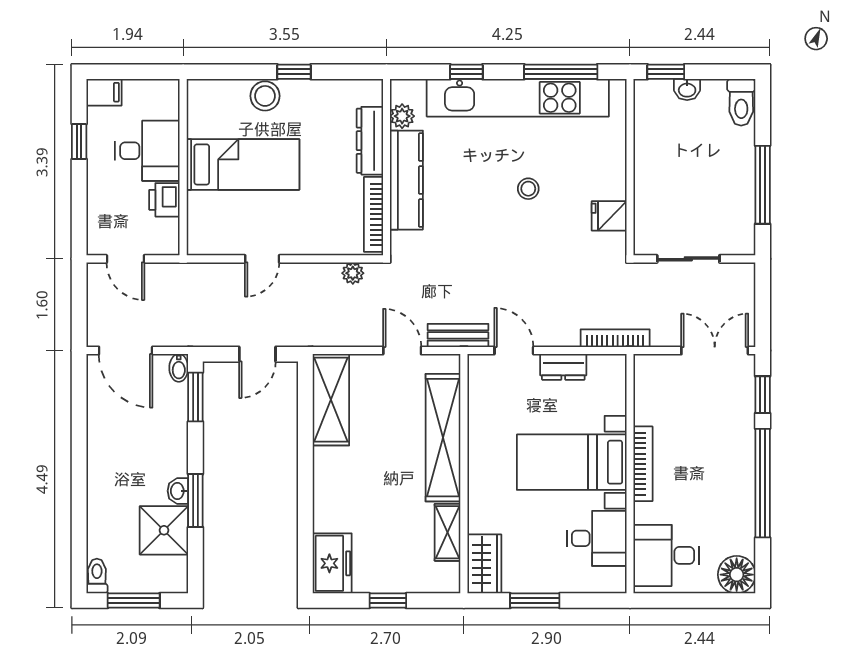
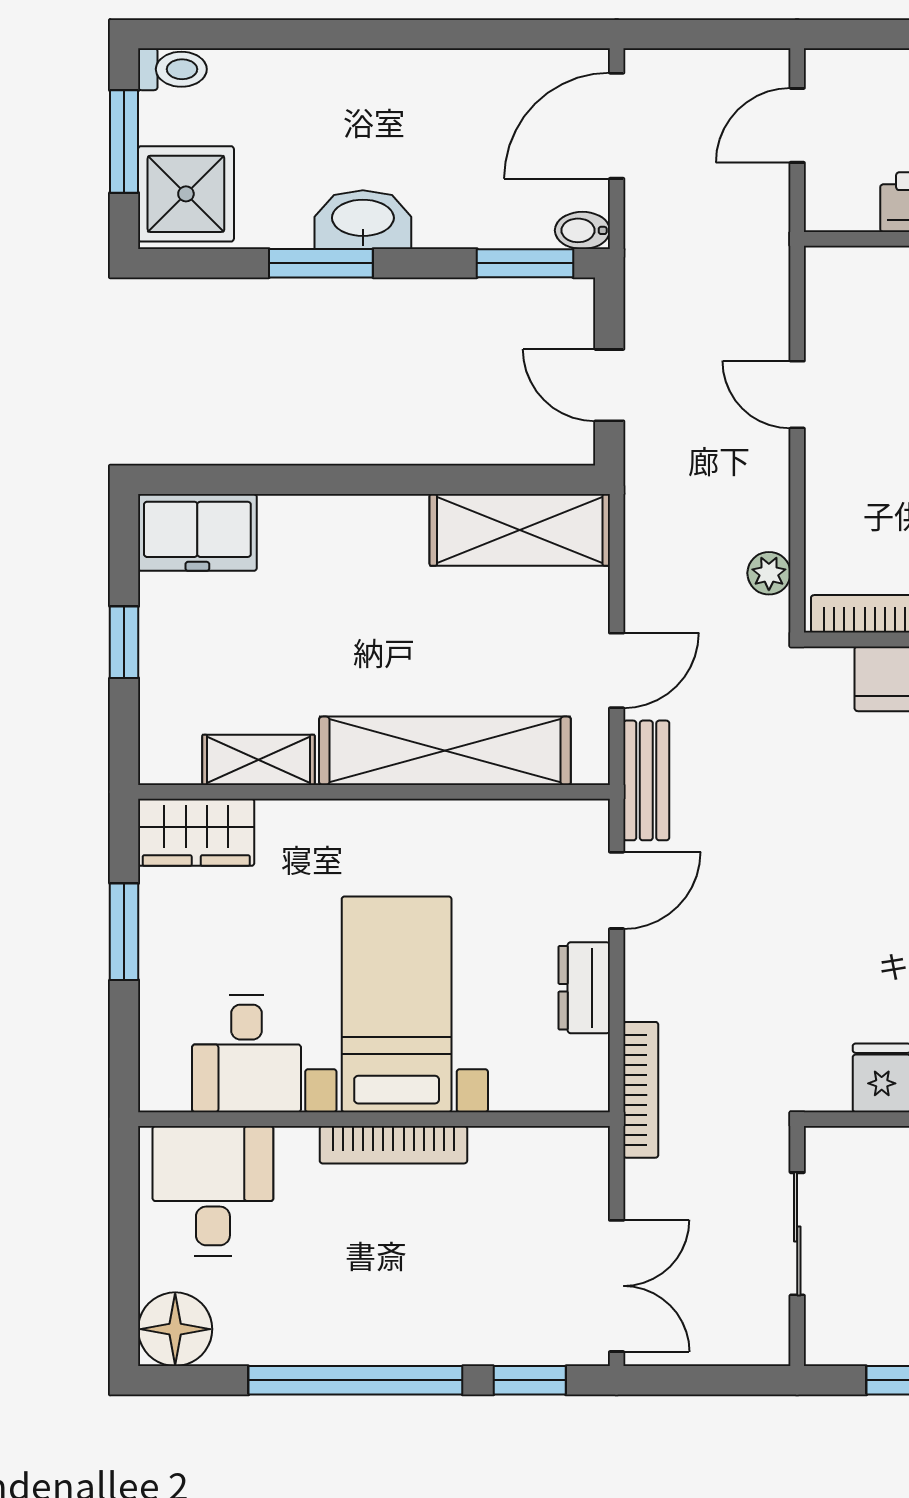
washbasin: (178, 491) -> (363, 220), width x1.91, depth x1.45
shower: (164, 530) -> (186, 194), moved

